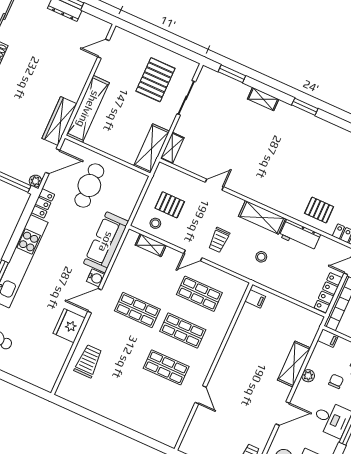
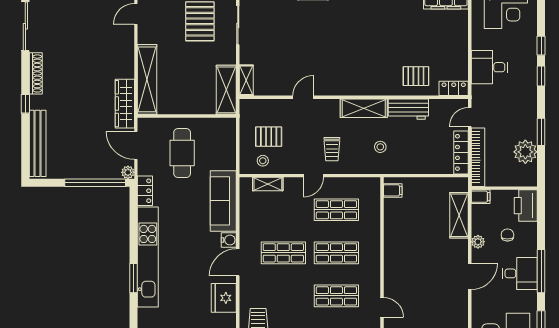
door: (53, 161) -> (136, 145), swing flipped
shelving: (294, 364) -> (459, 215), moved
door: (283, 413) -> (470, 276), moved

